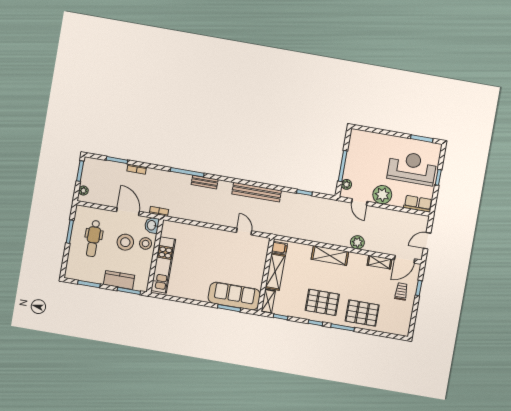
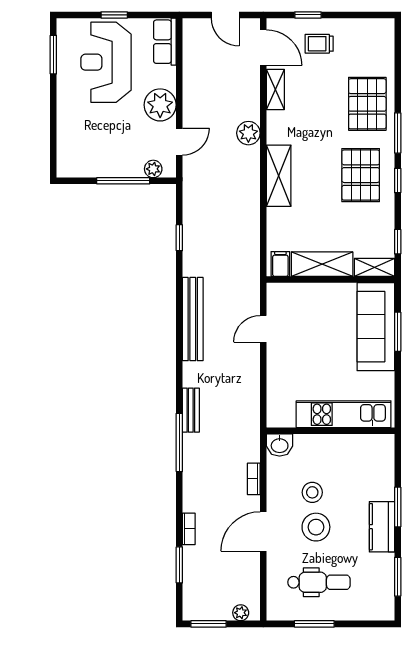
washbasin: (152, 225) -> (280, 445), moved
wall: (155, 256) -> (330, 431), moved
kitchen unit: (163, 265) -> (344, 414), moved

